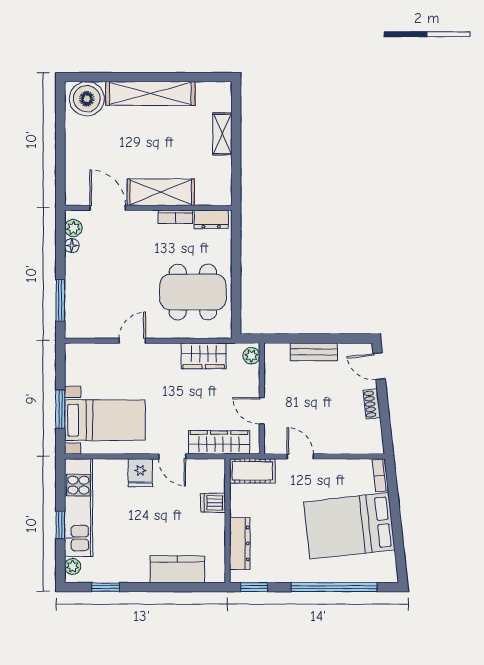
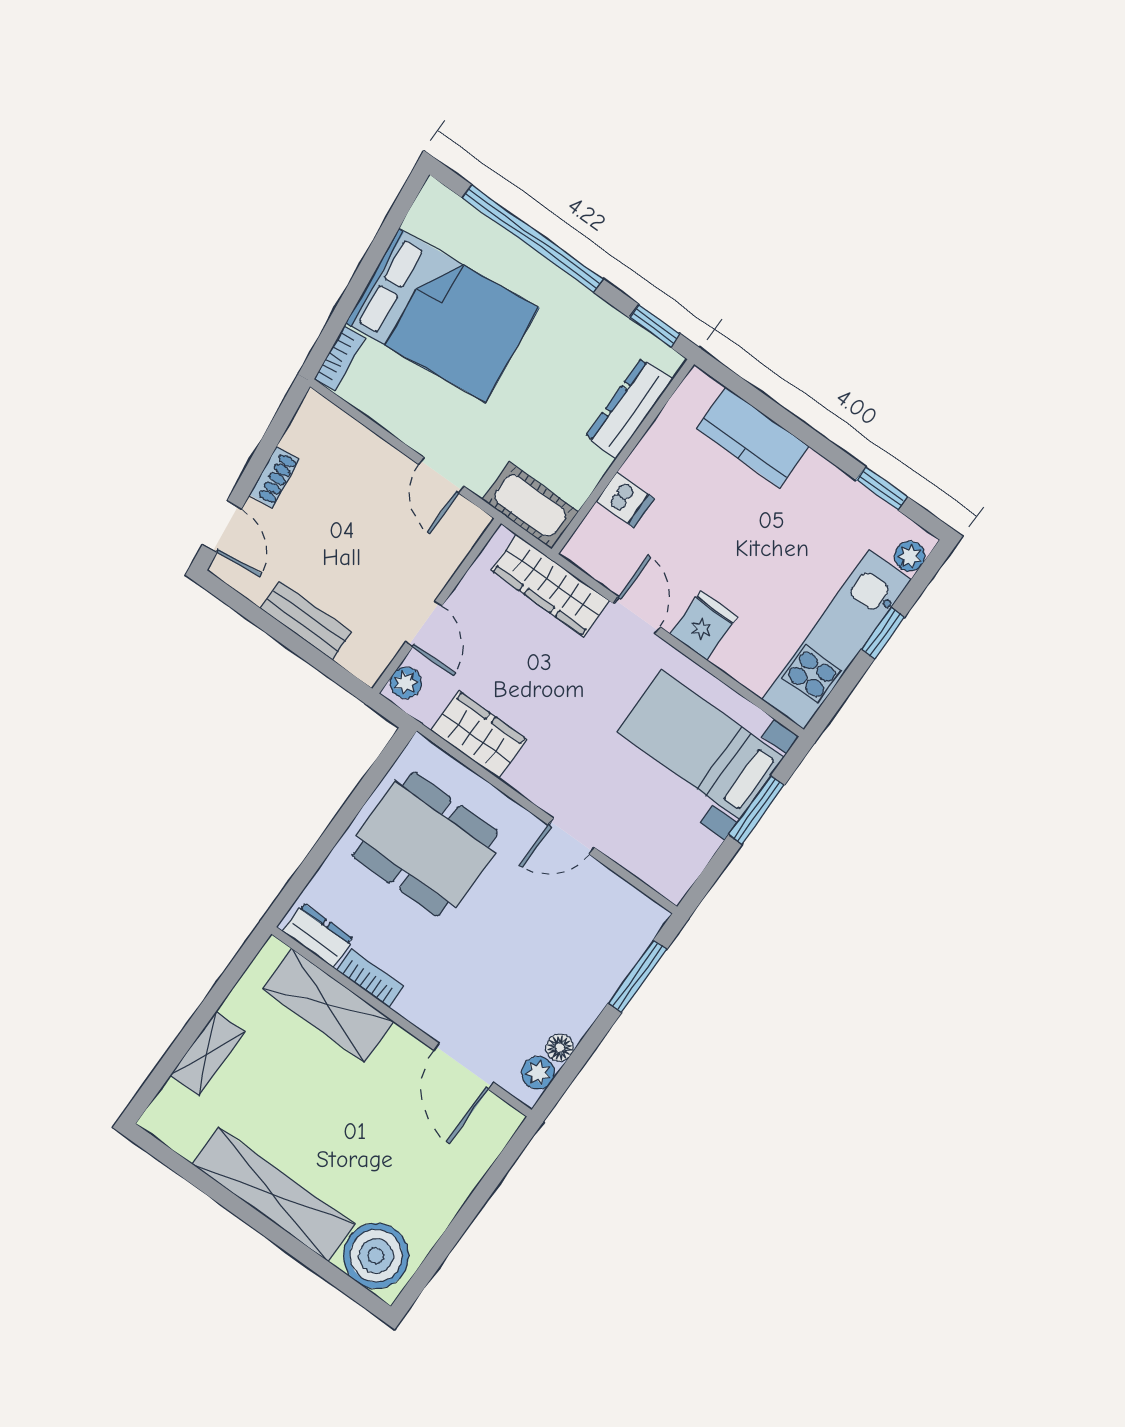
shelving: (161, 192) -> (328, 1005), moved
door: (262, 411) -> (424, 624), moved

